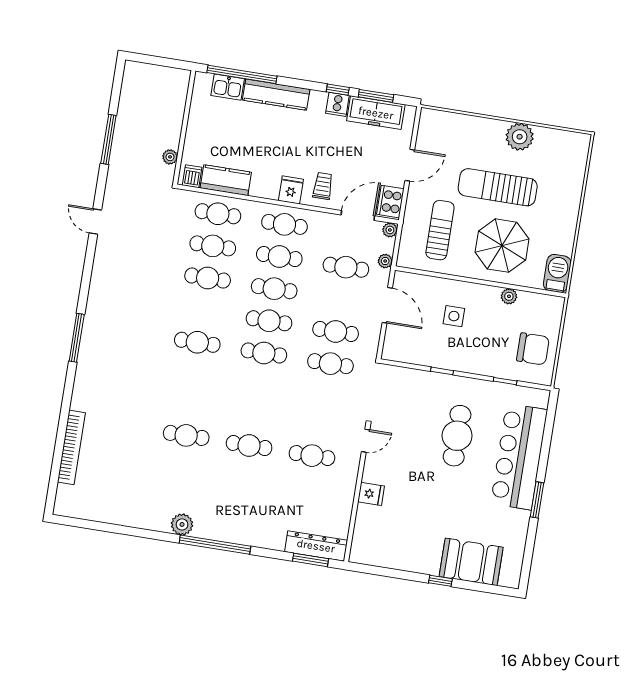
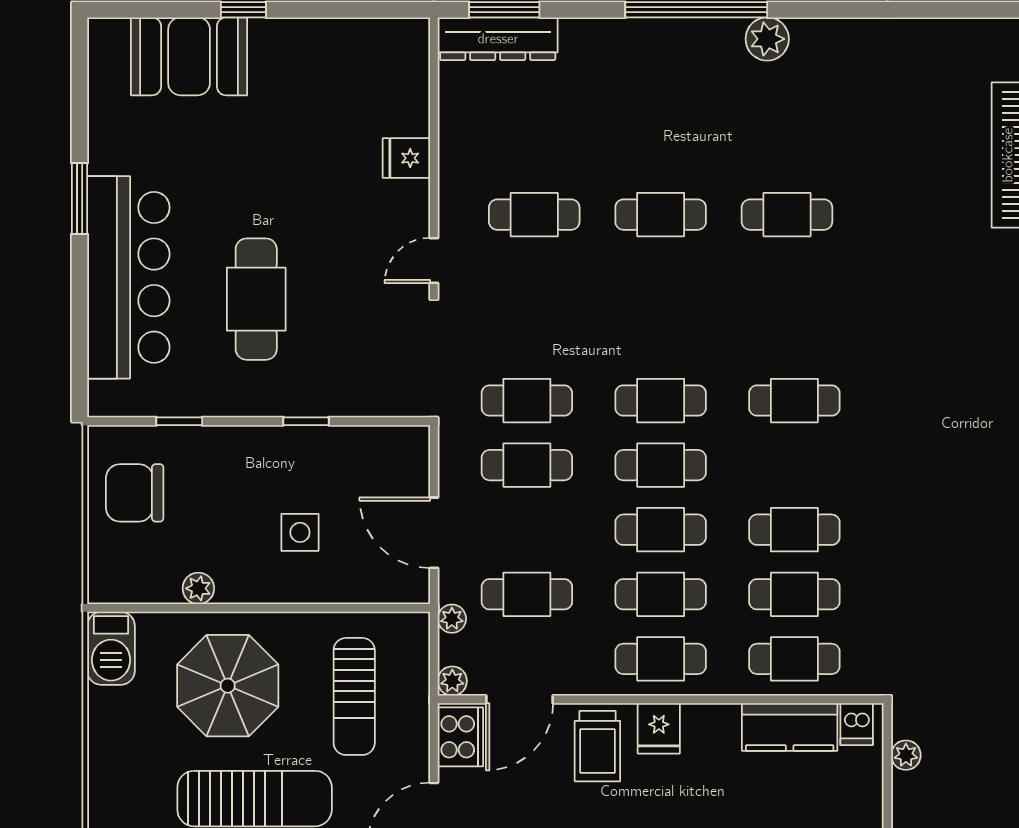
trolley: (323, 186) -> (597, 746), width x1.36, depth x1.39

